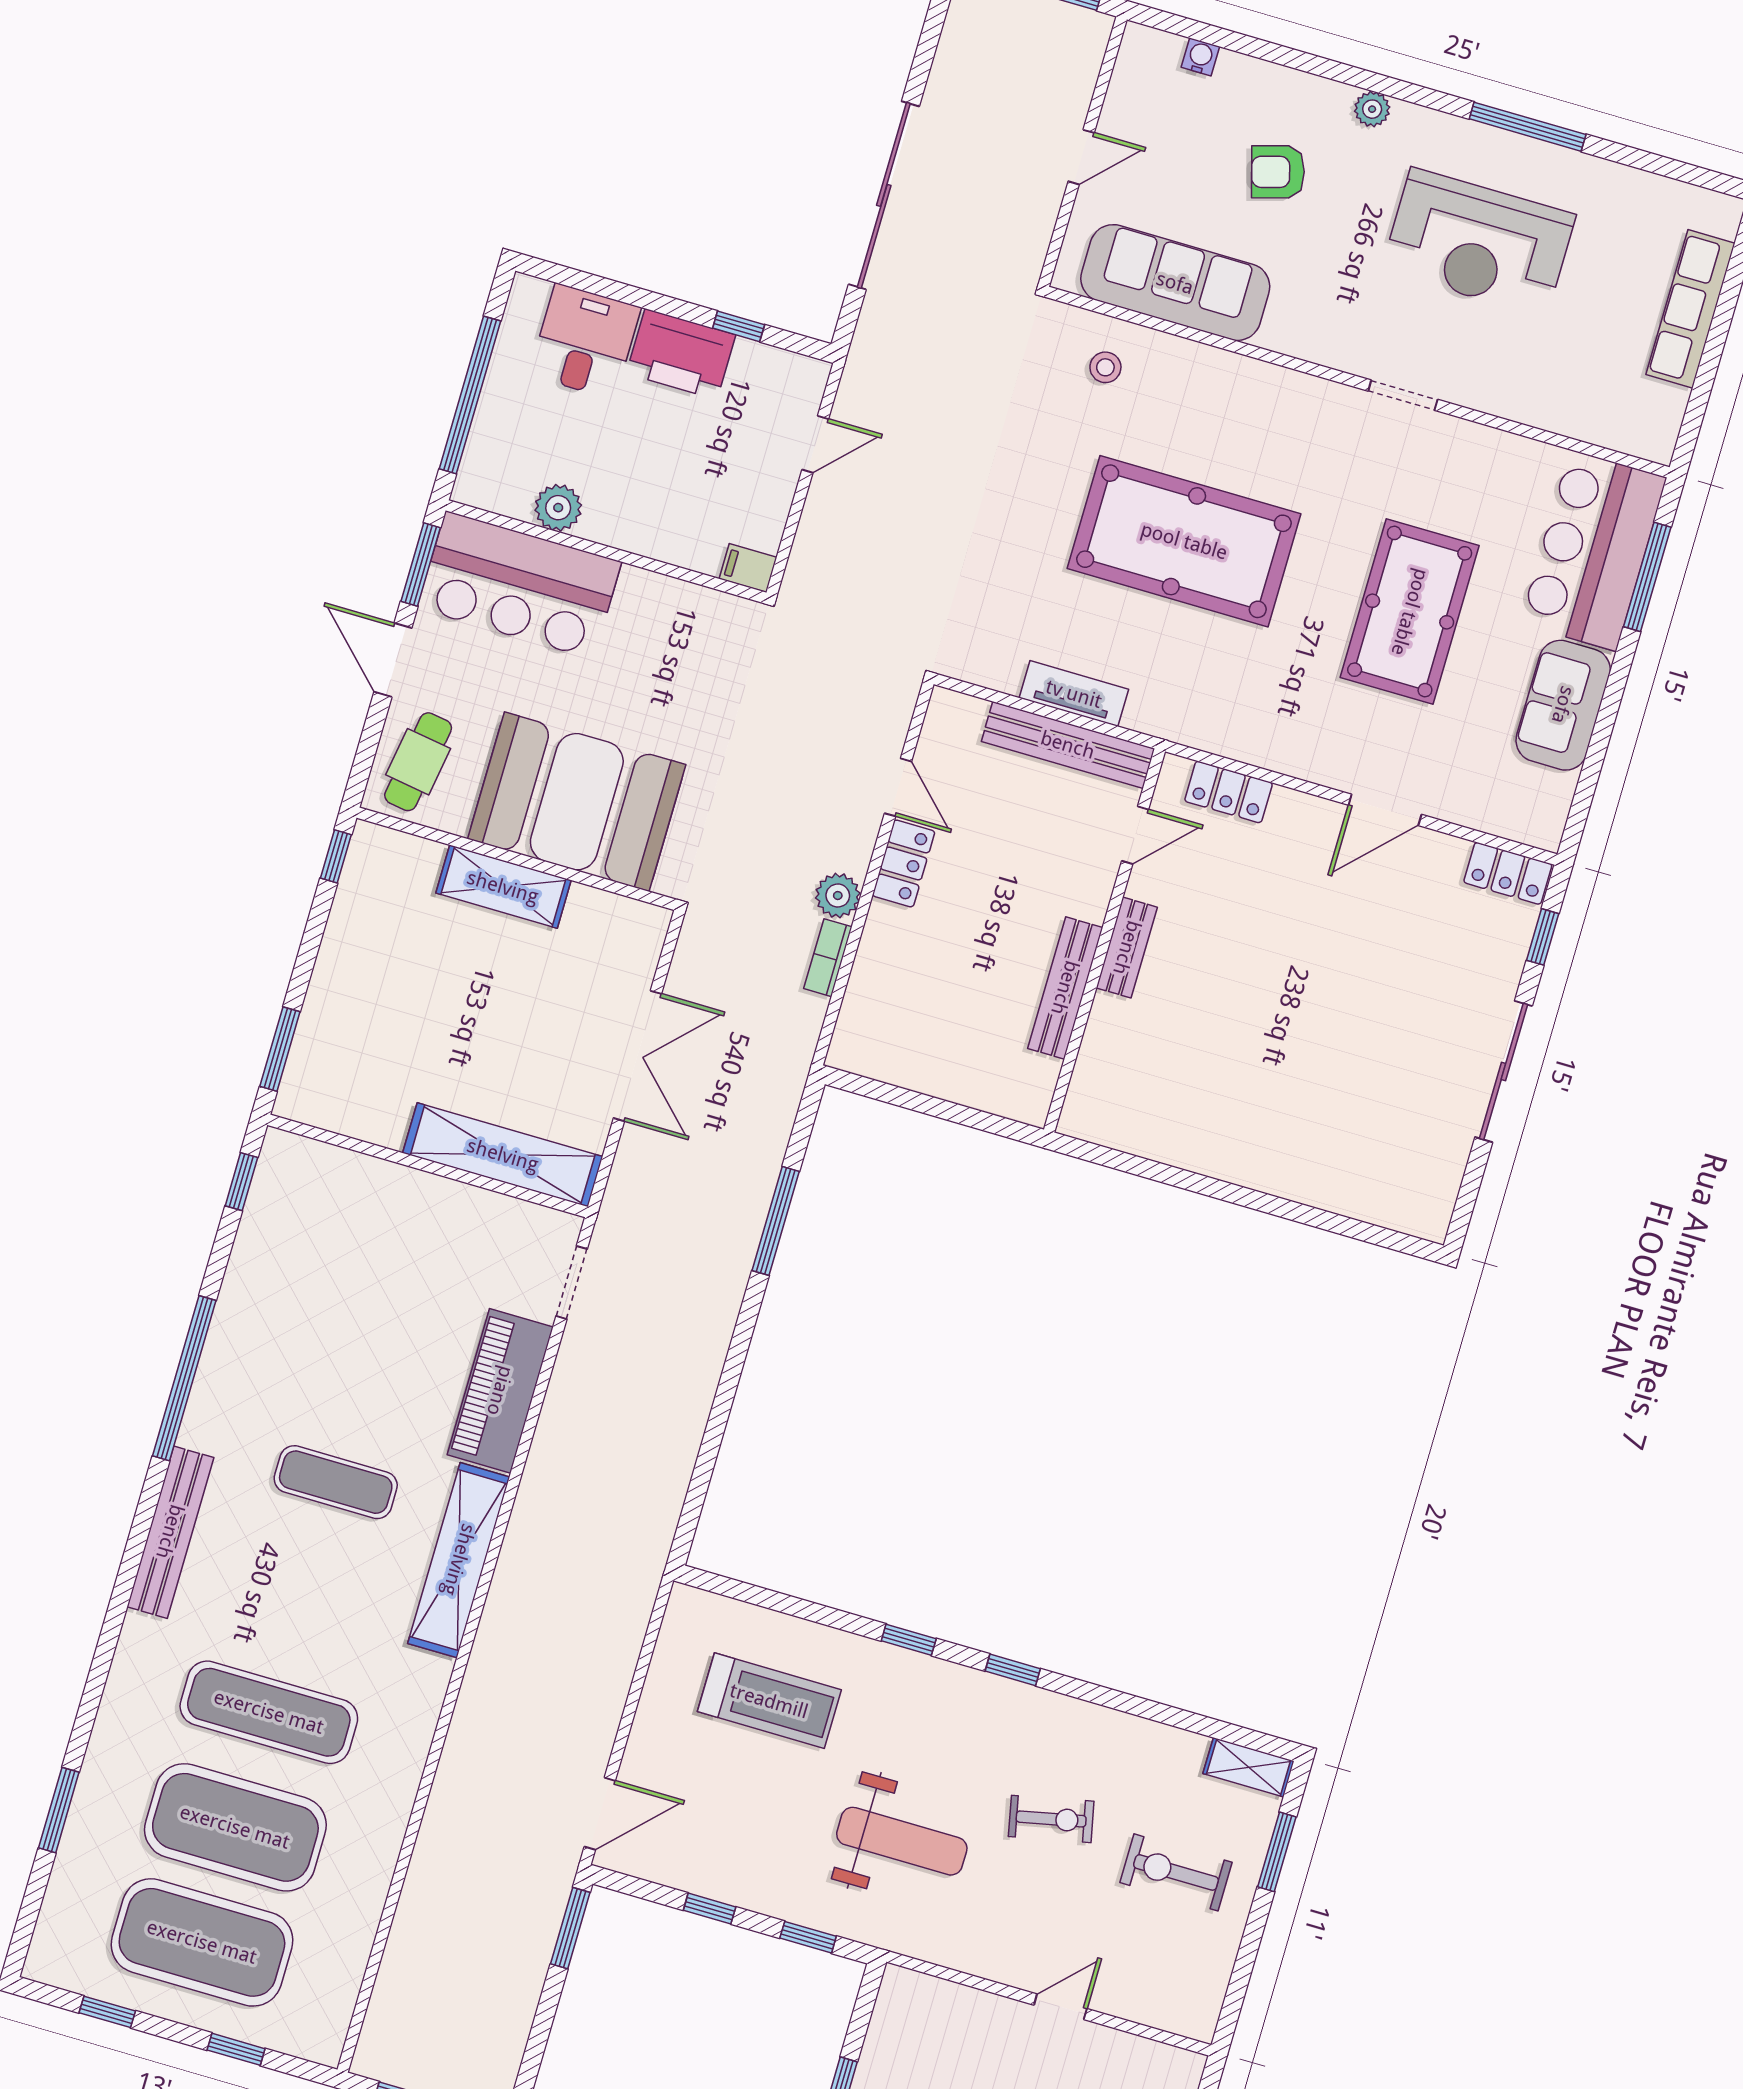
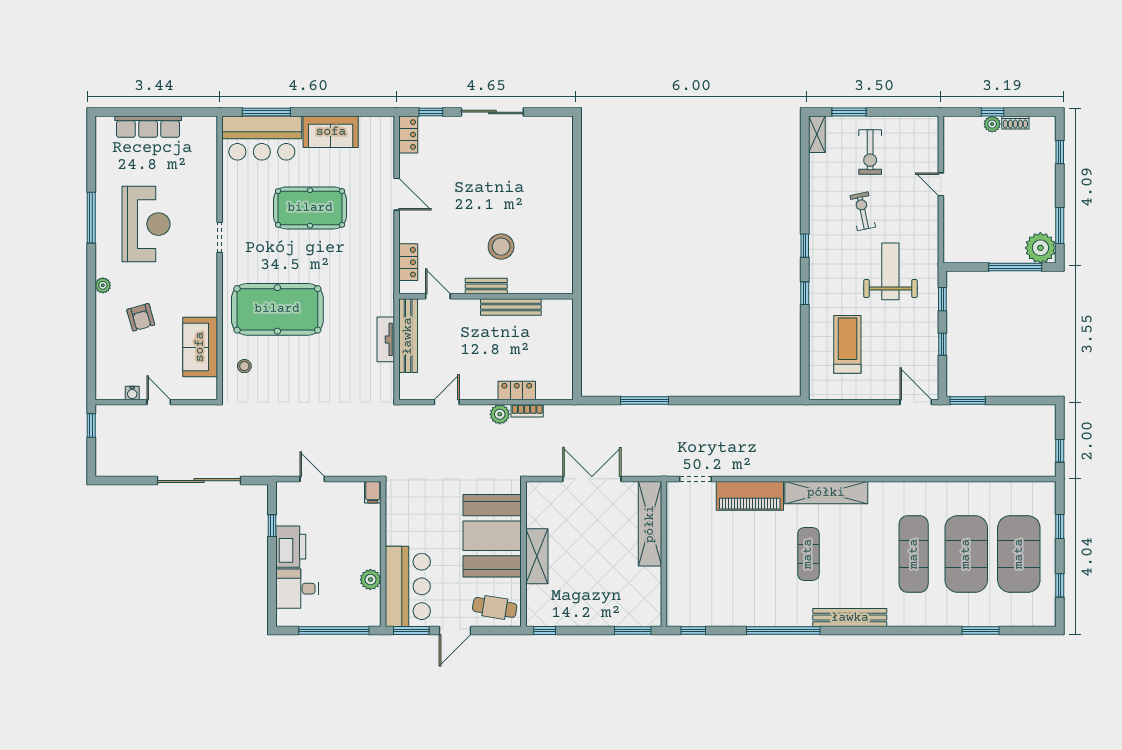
water cooler: (1200, 57) -> (132, 393), moved, turned -90
sofa: (1175, 283) -> (200, 347), width x0.73
pool table: (1184, 541) -> (277, 309), moved, turned 90
locker: (904, 863) -> (517, 390), moved
stool: (1204, 1005) -> (501, 247), added

